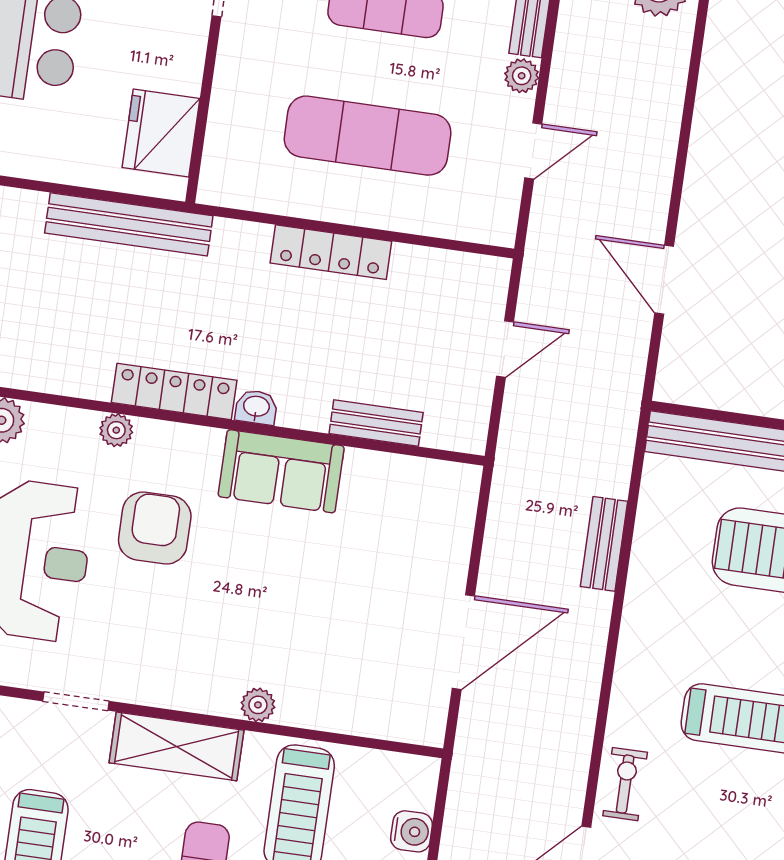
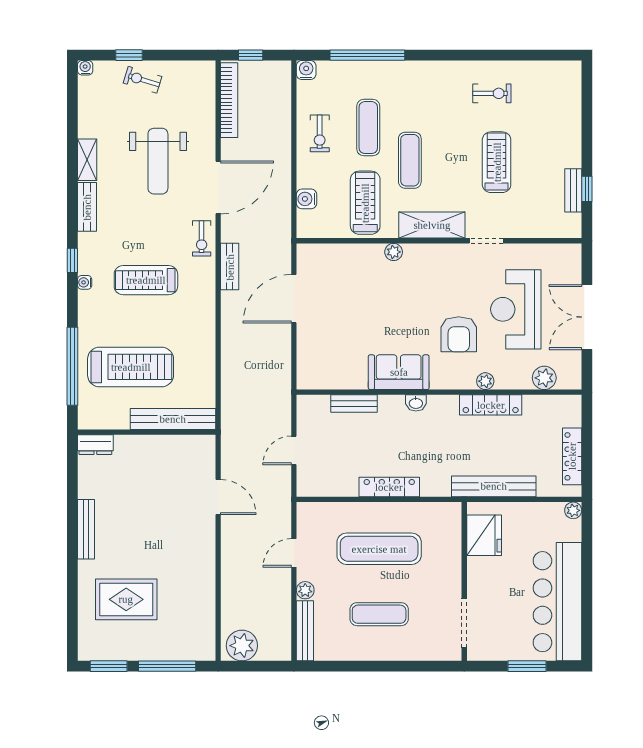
locker: (174, 391) -> (491, 405), moved
bench: (604, 544) -> (230, 267), moved

